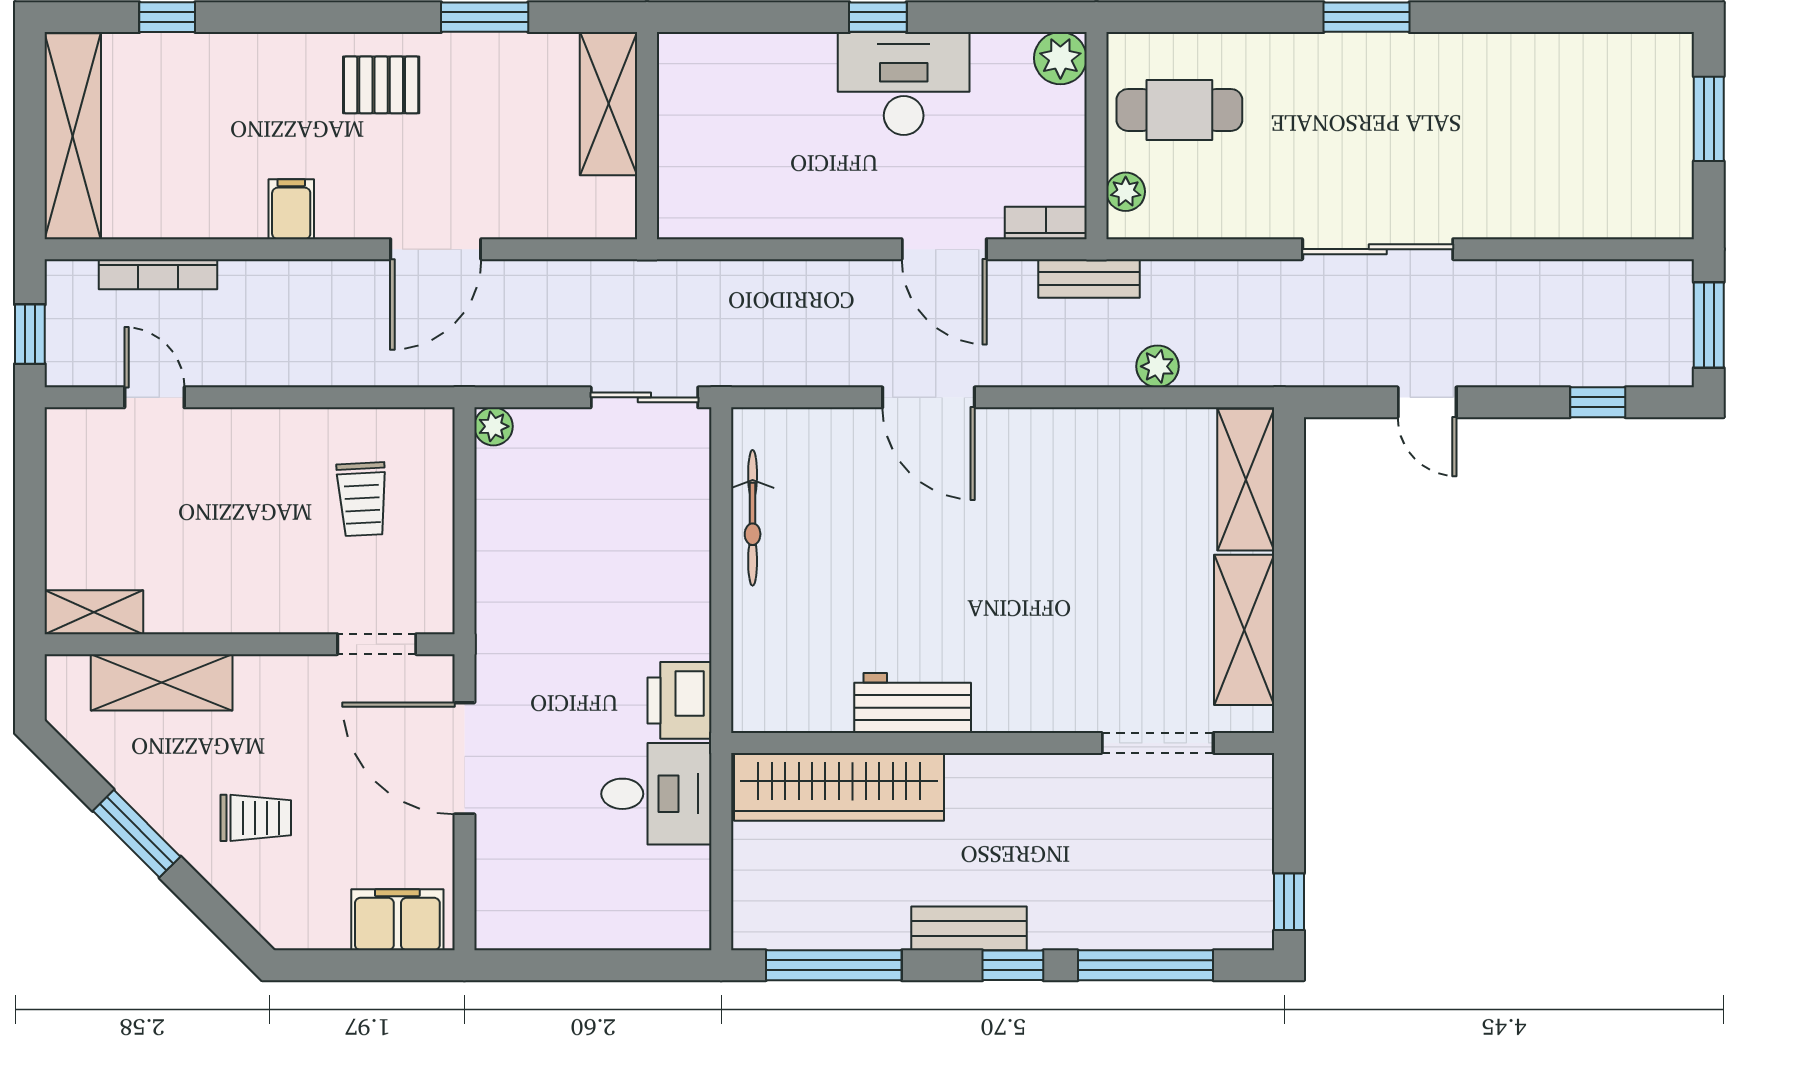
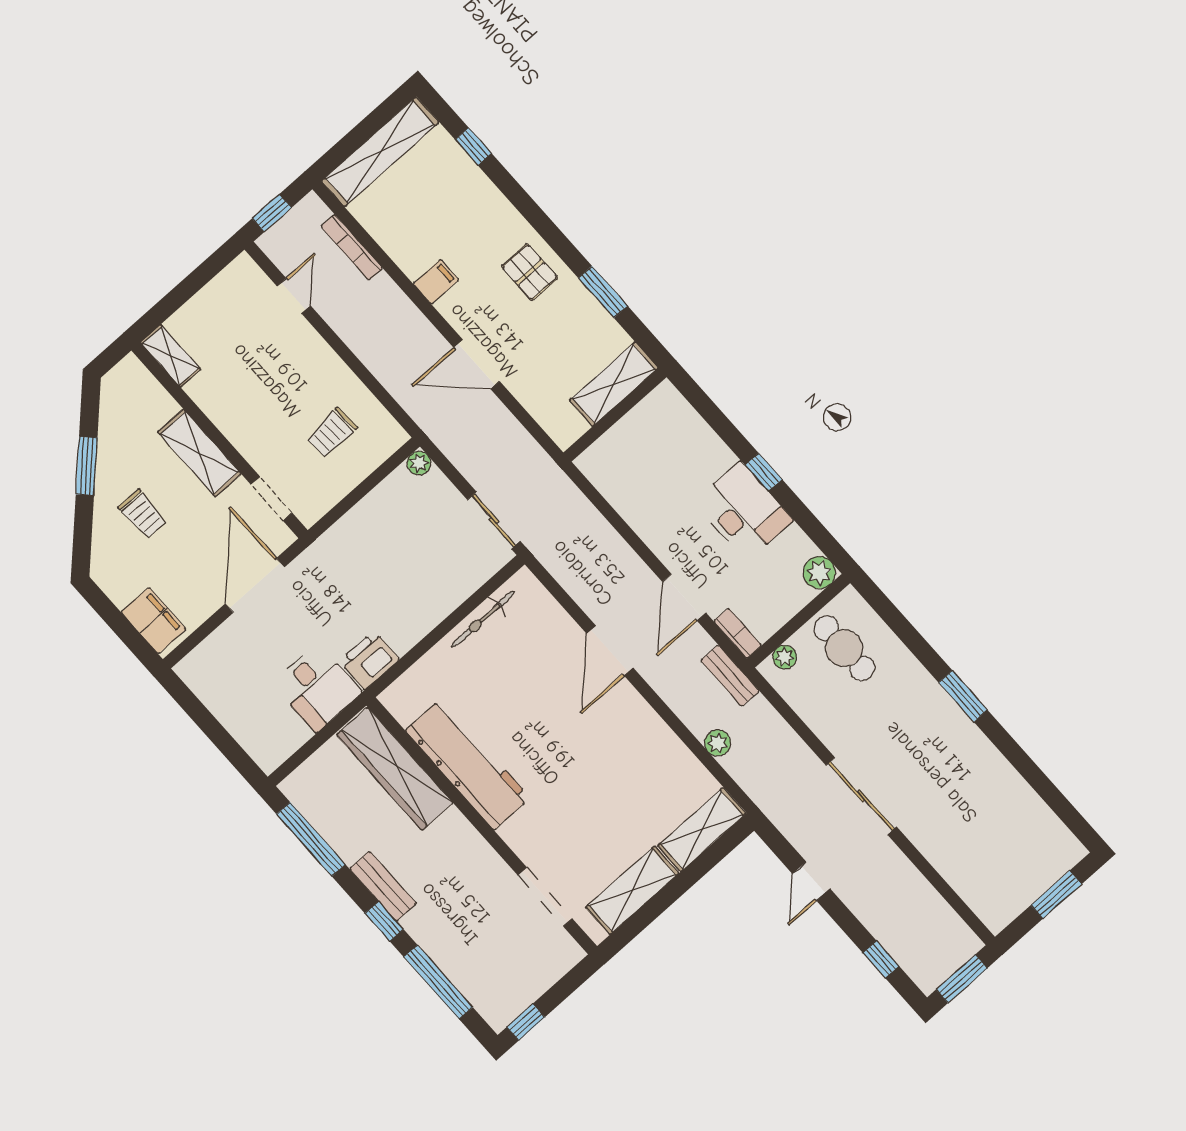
shelving: (162, 682) -> (199, 453), moved
workbench: (913, 703) -> (468, 764), width x1.88, depth x1.32

